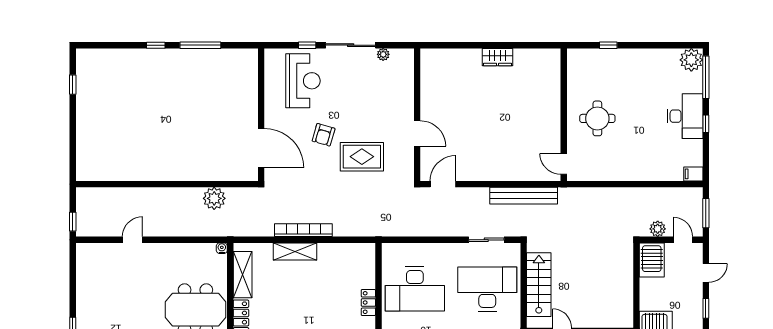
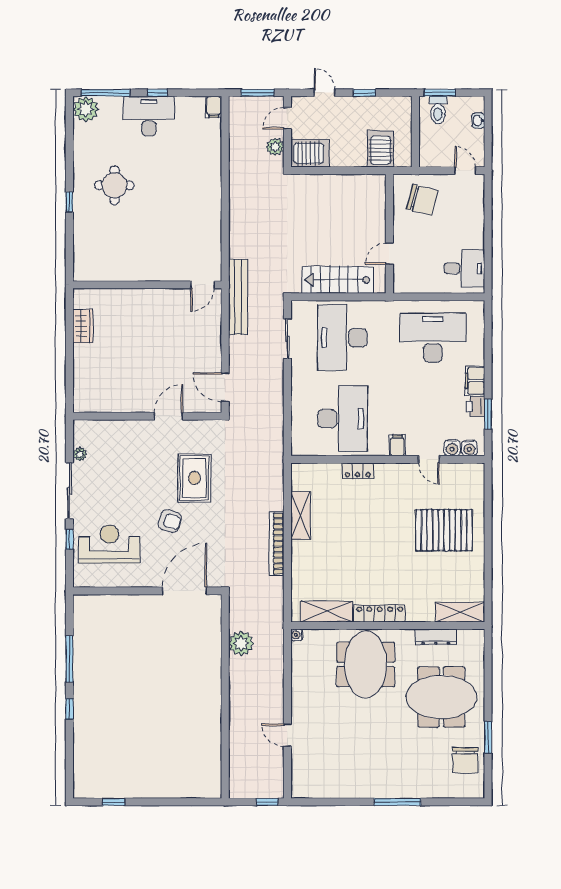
wall: (564, 115) -> (147, 285), moved
round table: (597, 118) -> (114, 185), moved
door: (564, 164) -> (202, 285), moved
shelving: (295, 251) -> (301, 515), moved

